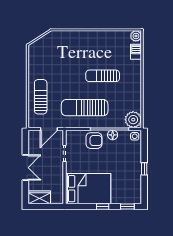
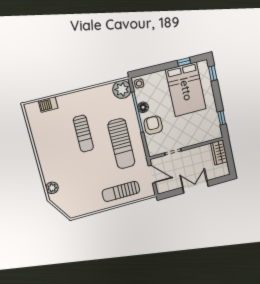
plant: (136, 36) -> (52, 188), moved
window: (144, 169) -> (184, 62), moved
bed: (88, 189) -> (186, 89), moved, turned 180
wardrobe: (39, 197) -> (219, 152), moved
window: (103, 207) -> (222, 118), moved

